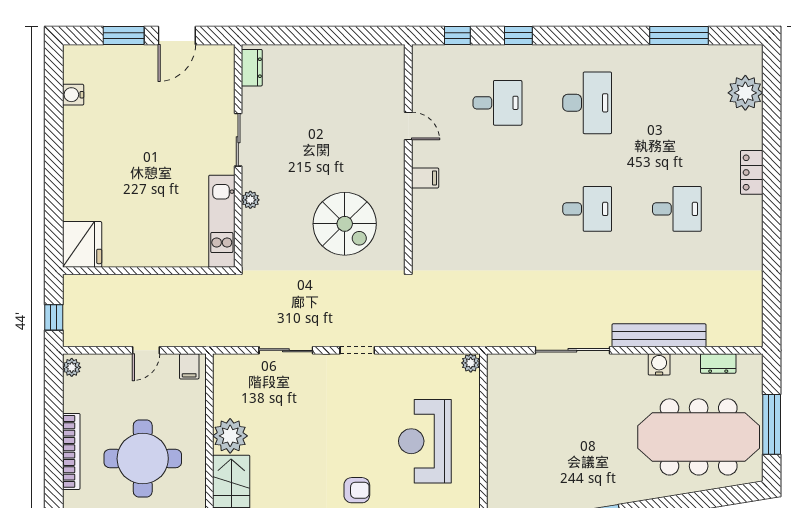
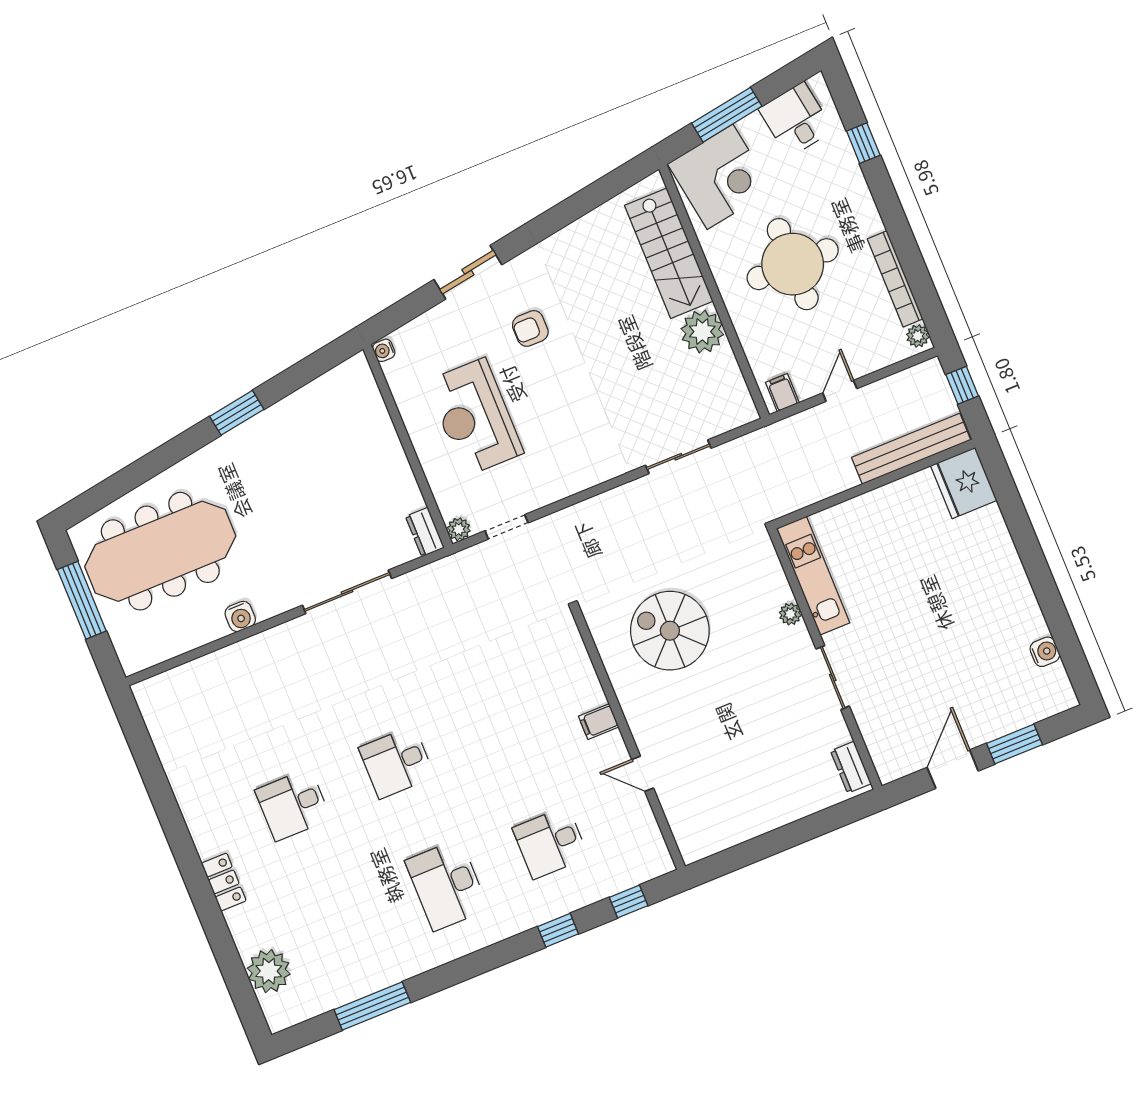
bench: (659, 335) -> (911, 449), moved
doorway: (357, 350) -> (507, 527), moved
dresser: (718, 363) -> (425, 532), moved, turned -90
reception desk: (425, 441) -> (475, 417), turned 180
bookcase: (71, 451) -> (895, 279), moved

